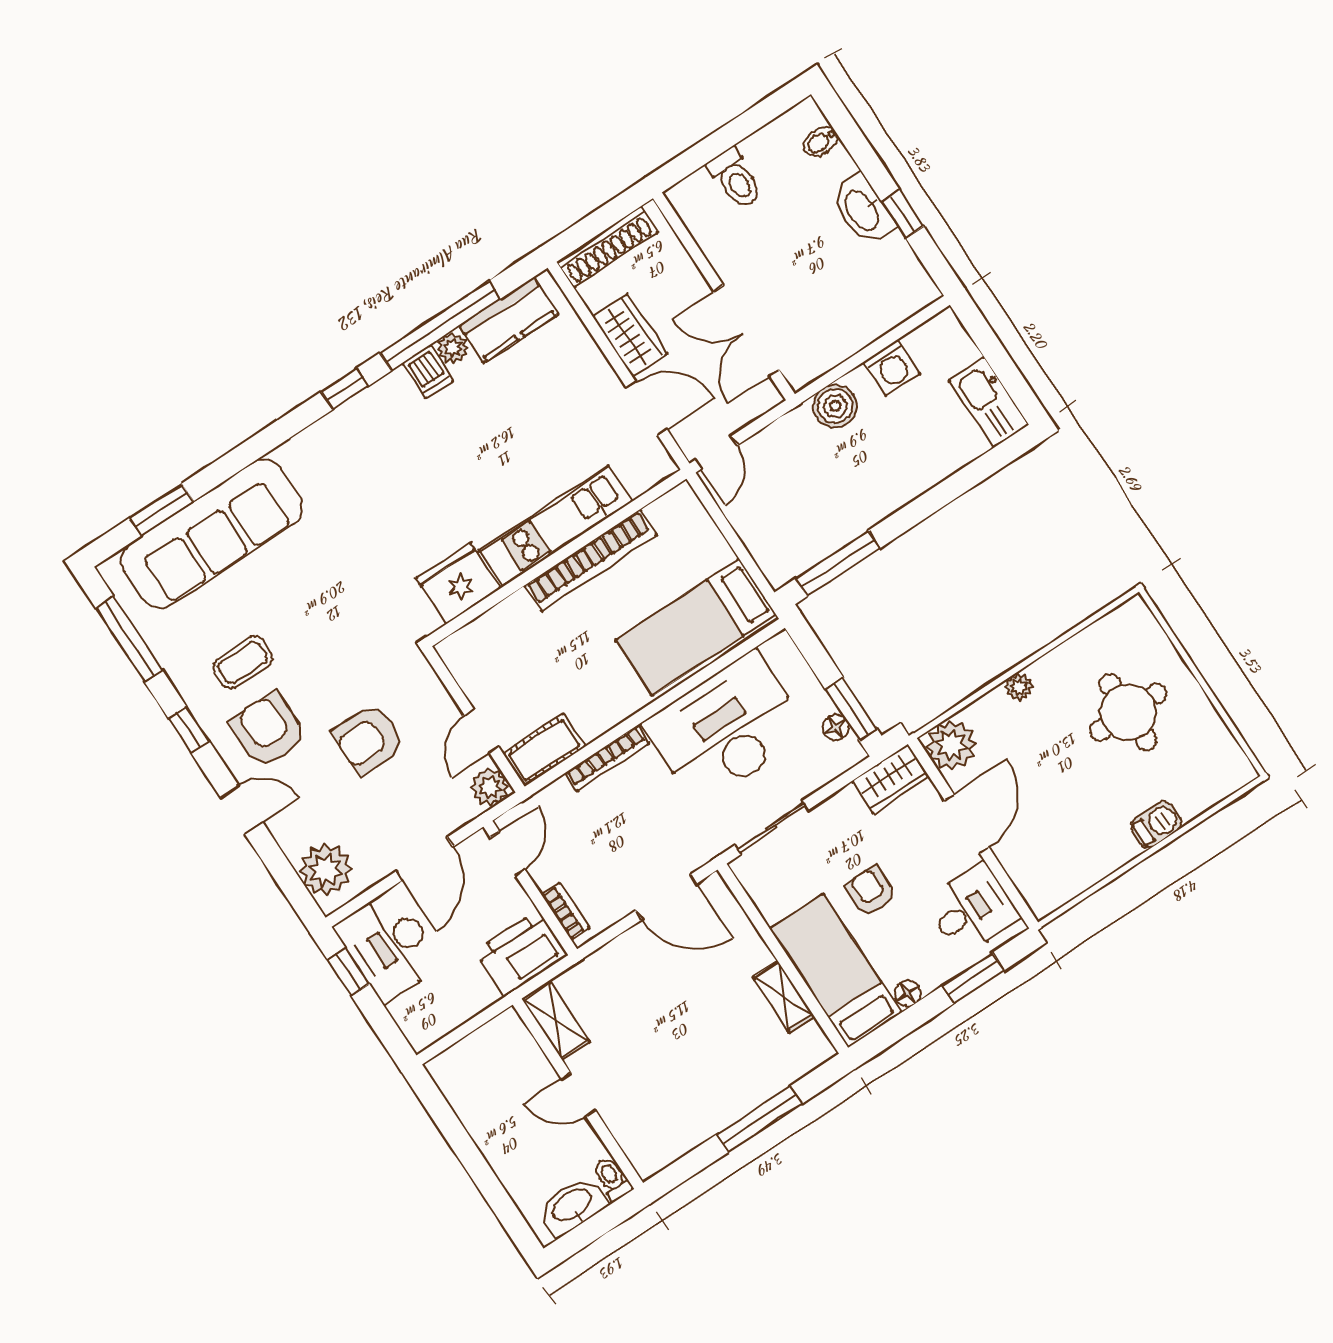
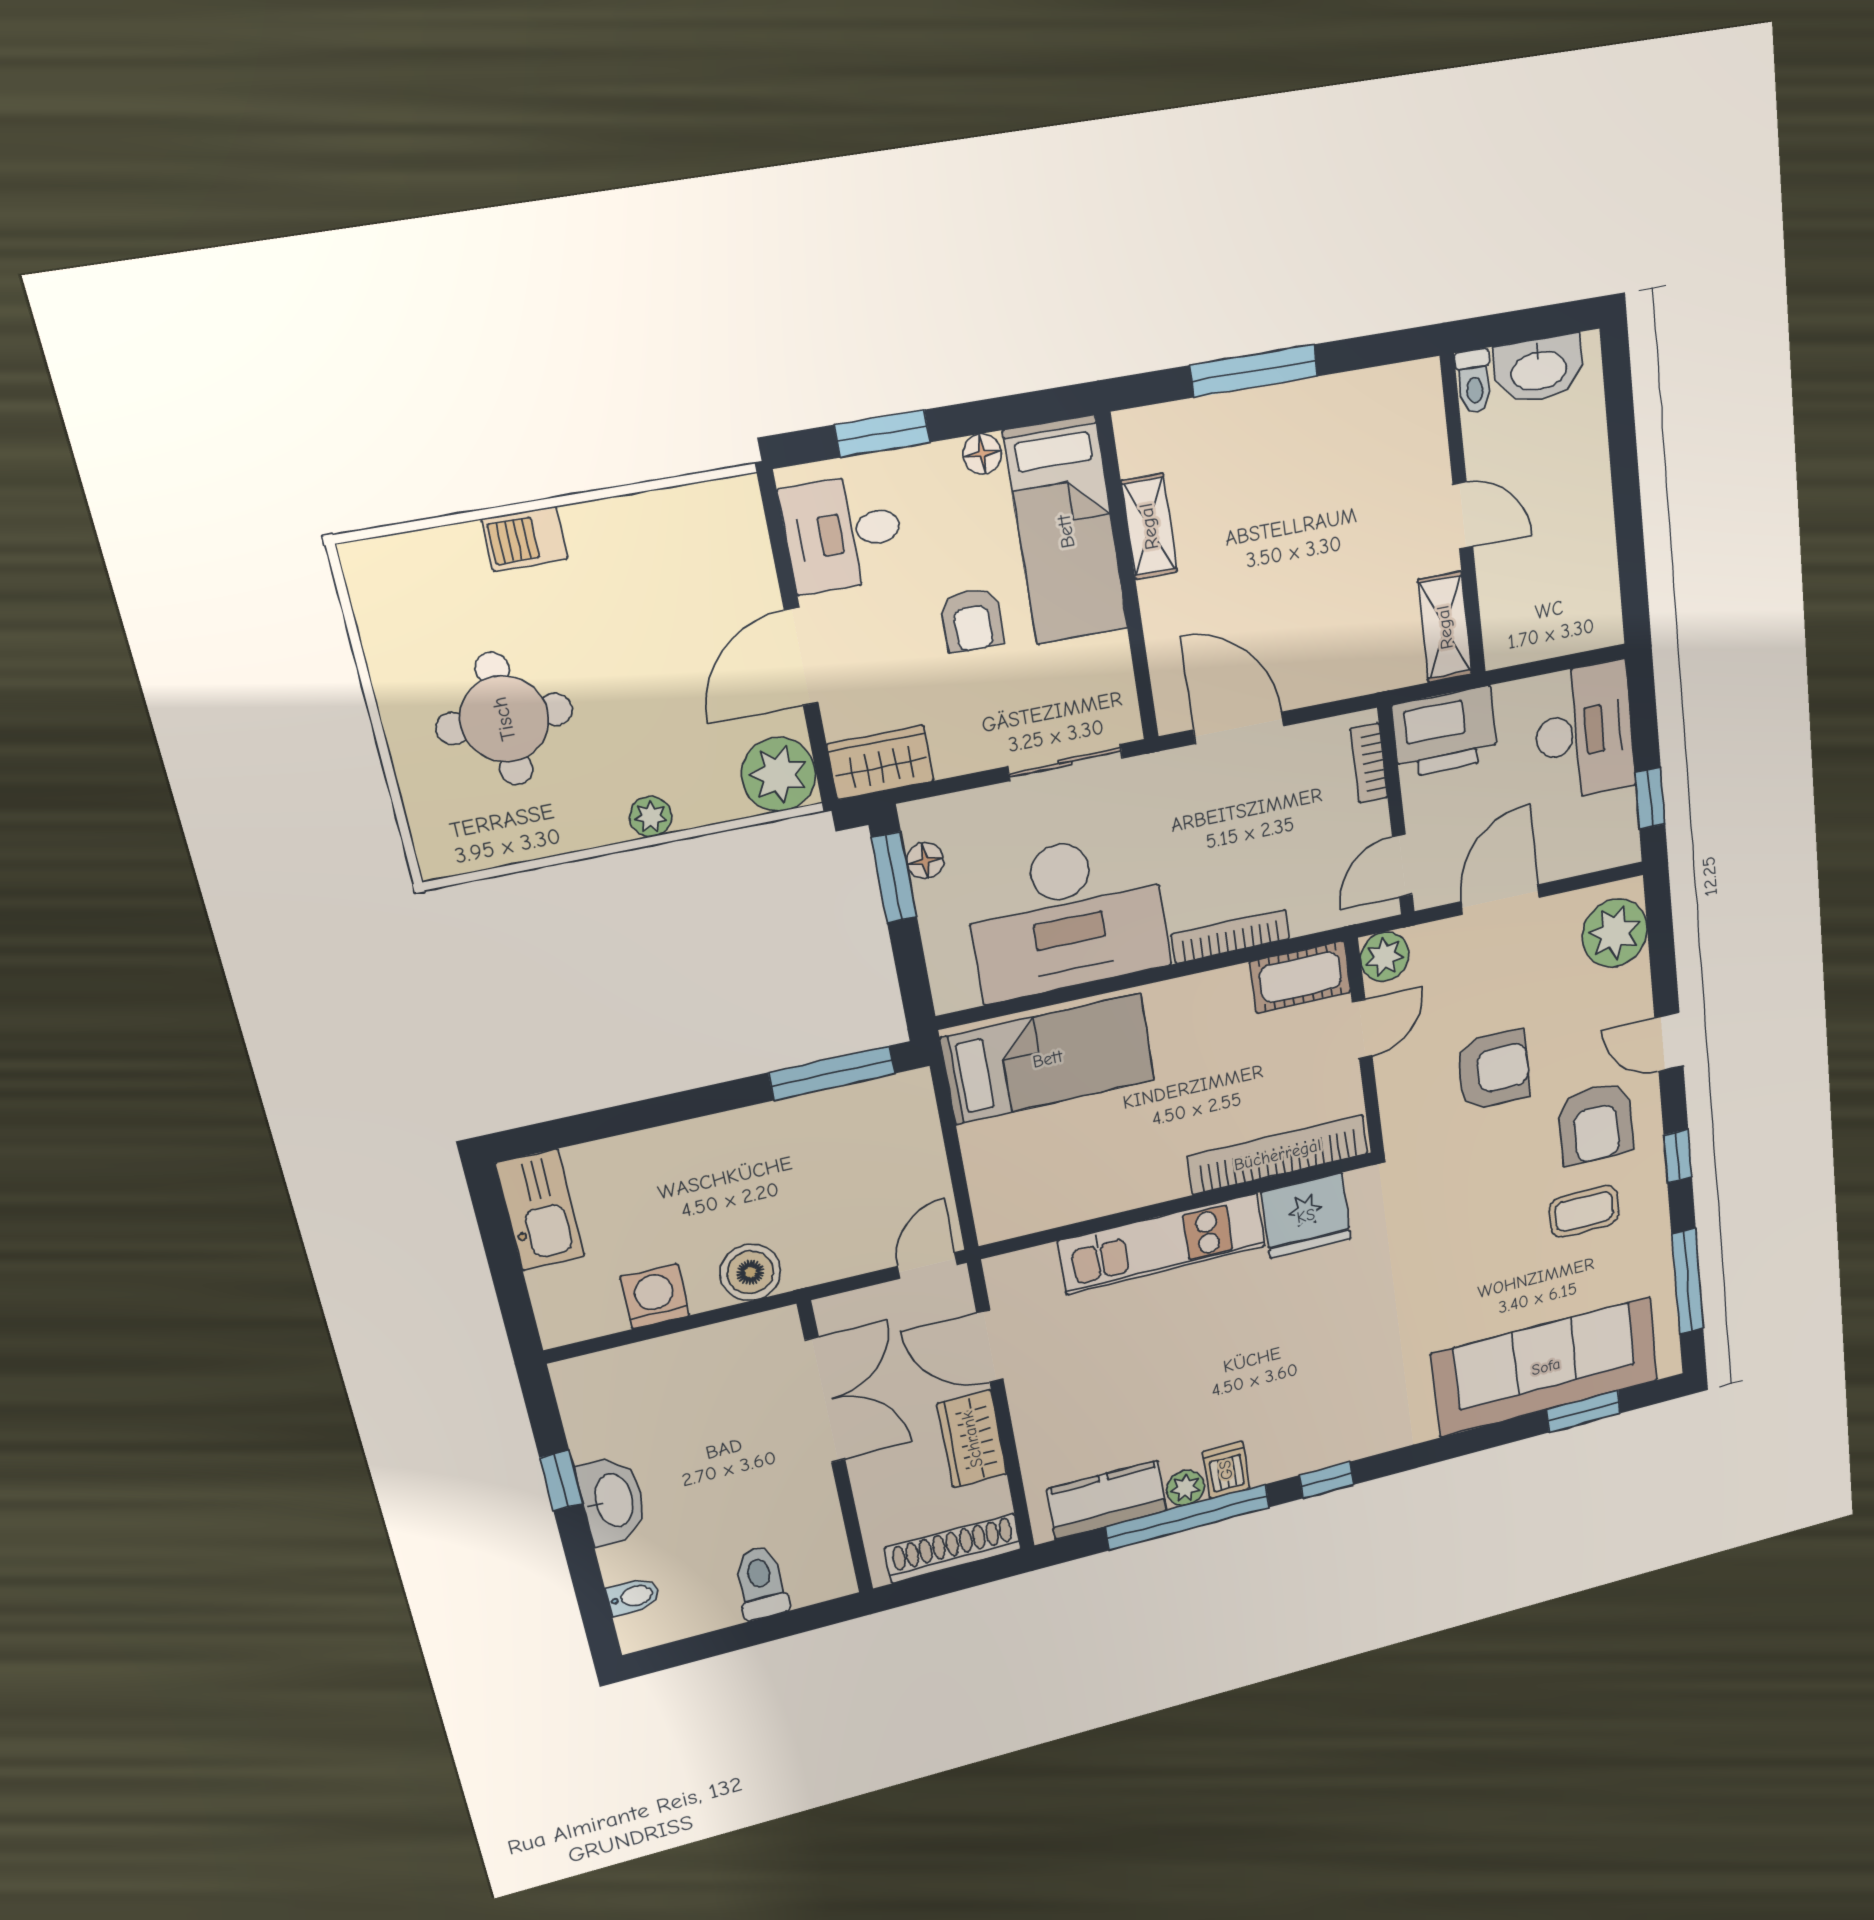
bookcase: (591, 560) -> (1278, 1155), moved
desk: (389, 946) -> (1584, 732), moved

